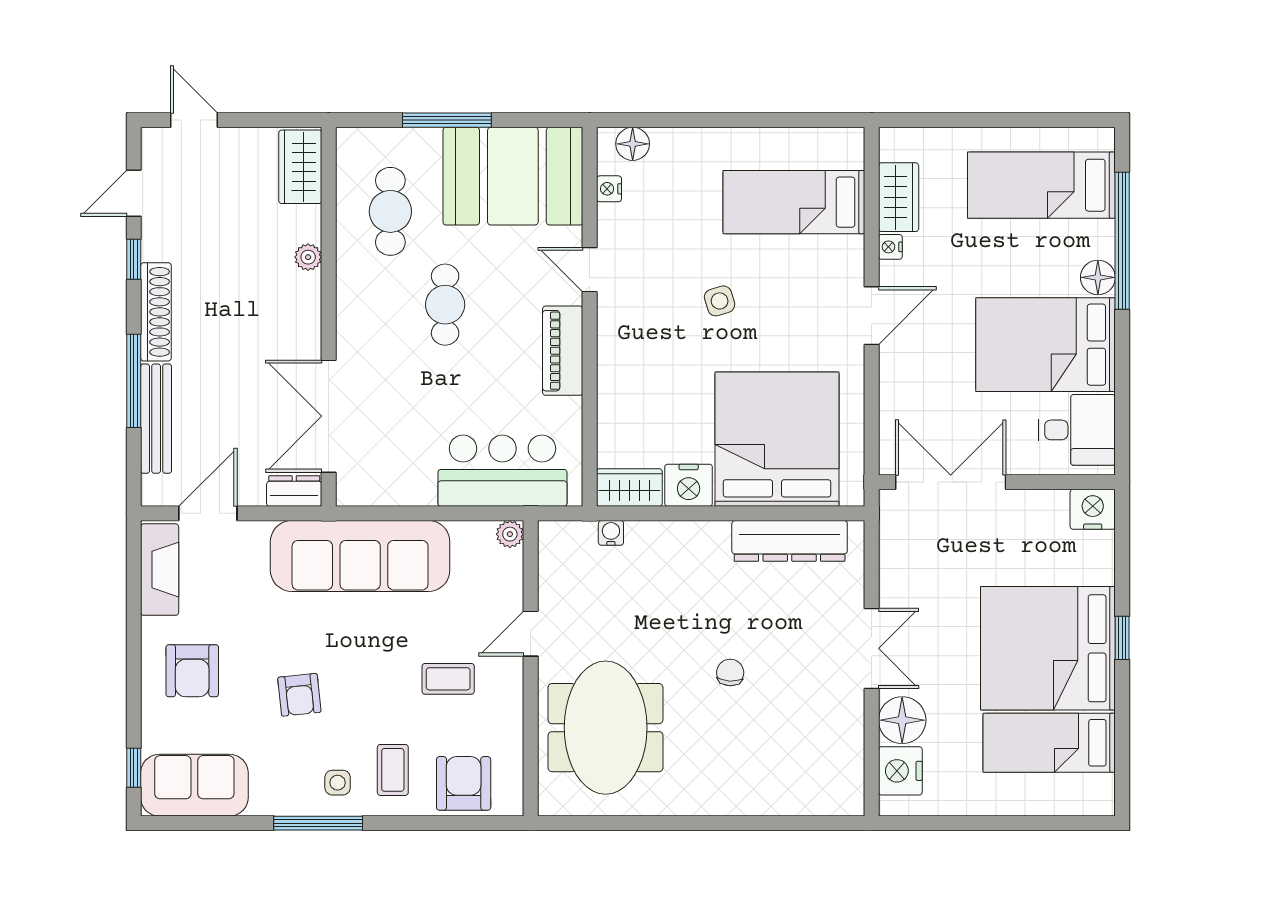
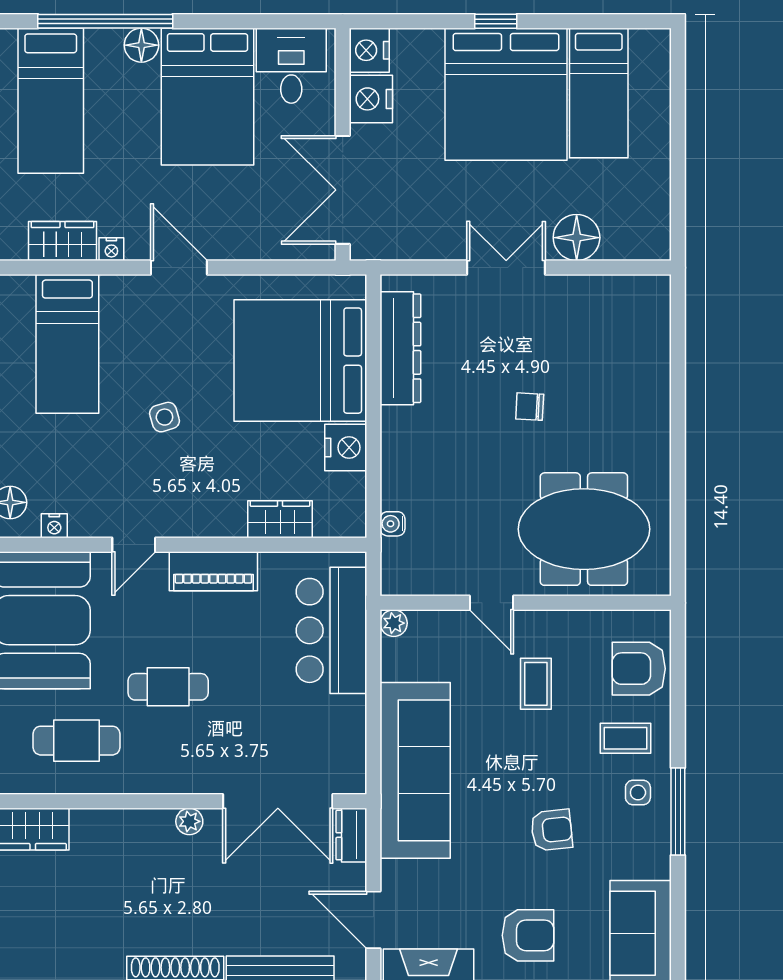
plant: (308, 257) -> (189, 821), moved
wardrobe: (629, 488) -> (280, 519), moved, turned 90
nightstand: (900, 771) -> (371, 99), moved, turned 90

